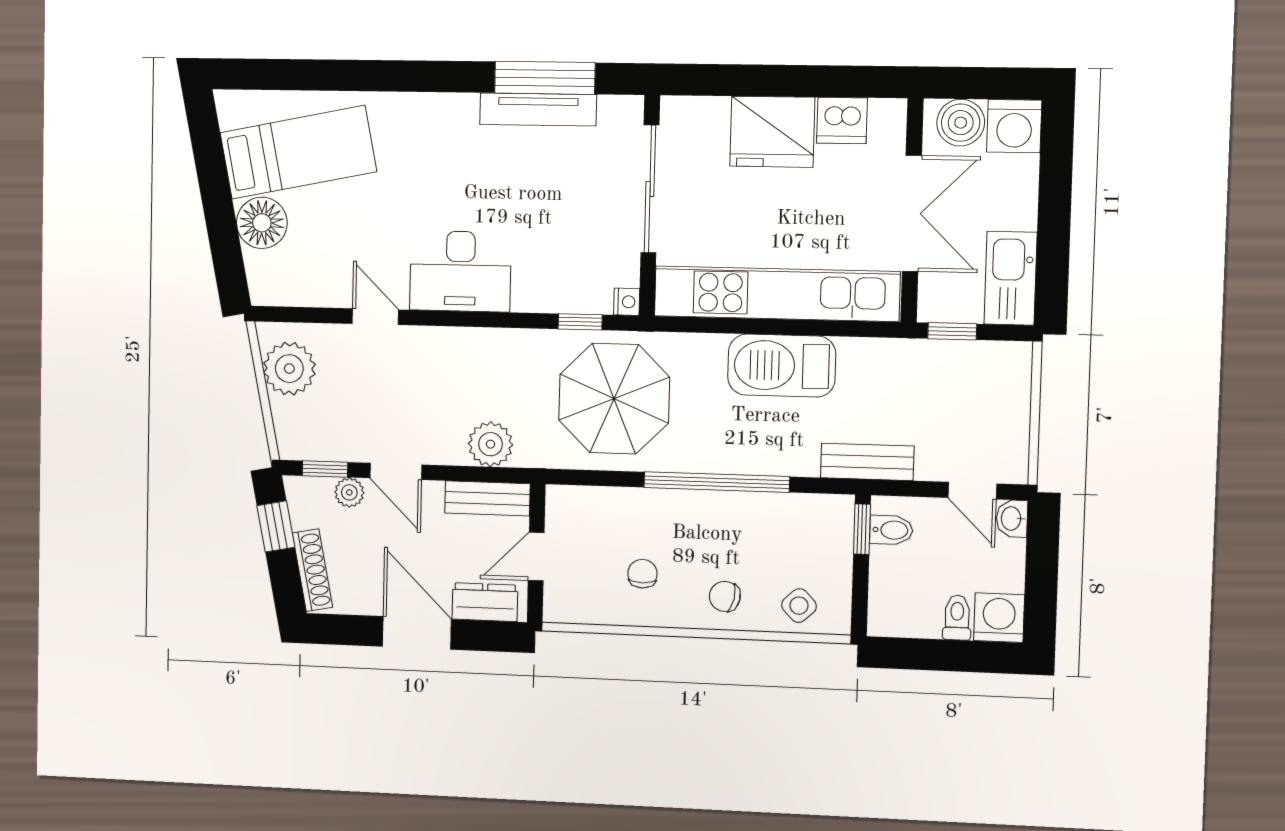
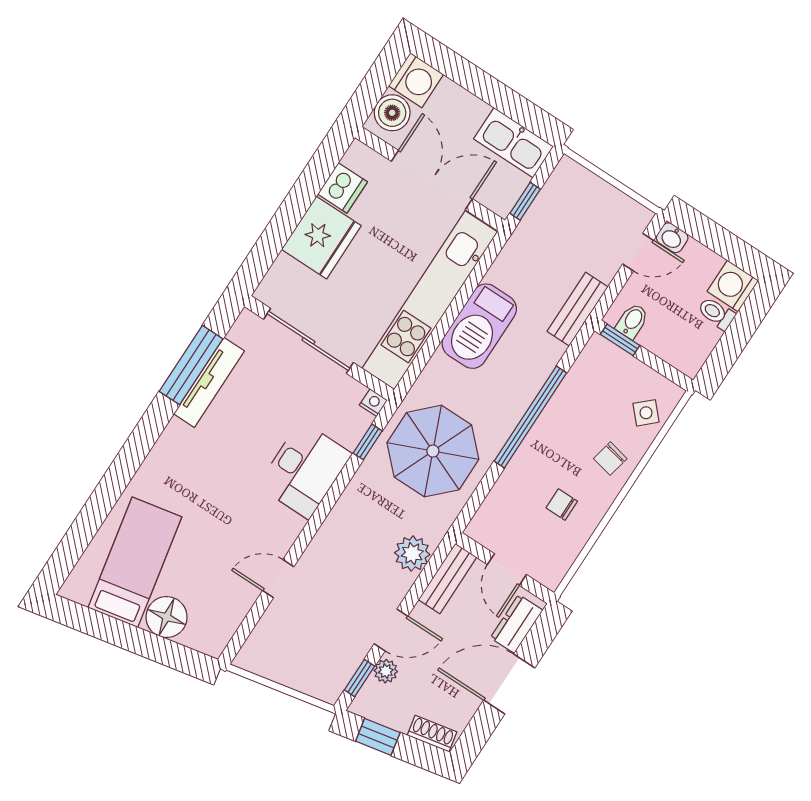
desk: (460, 271) -> (305, 470), moved
plant: (289, 369) -> (276, 660), removed
shoe rack: (312, 570) -> (432, 734), width x0.70

